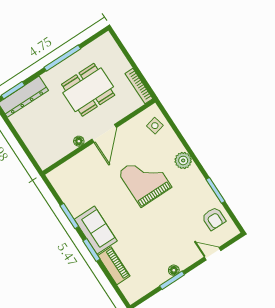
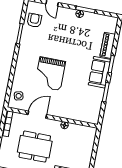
door: (104, 133) -> (37, 115), moved
plant: (183, 160) -> (21, 65), removed

